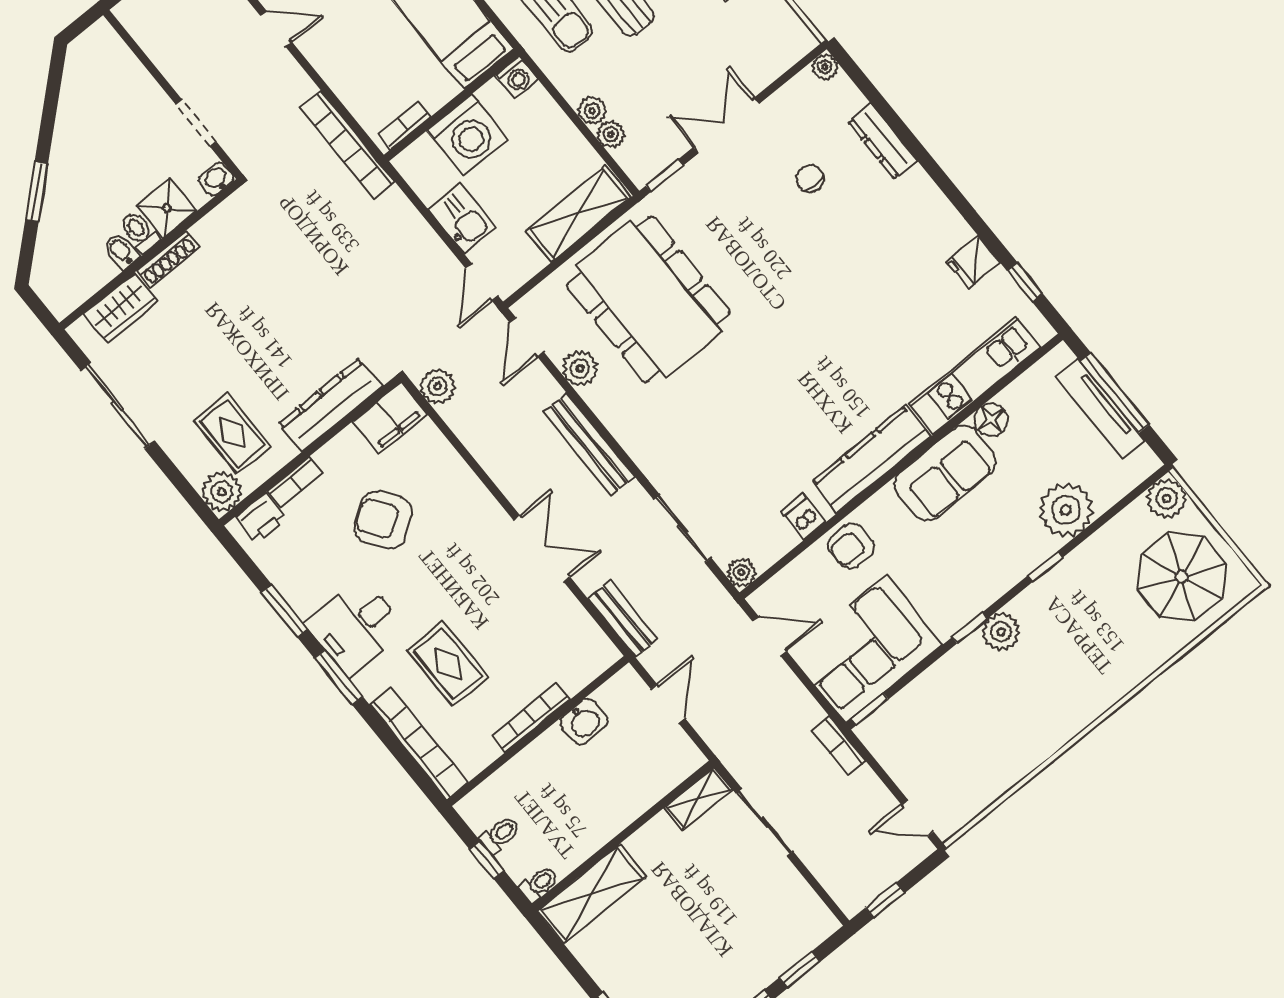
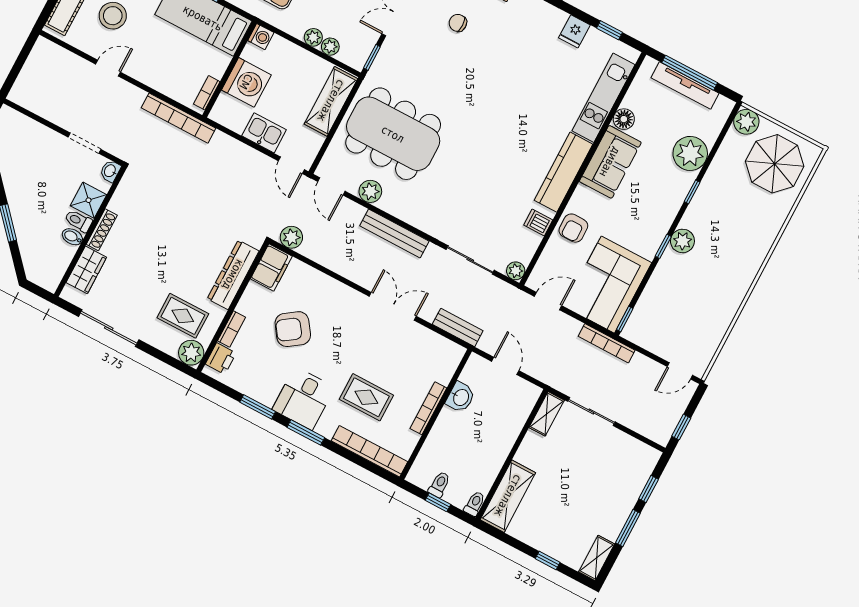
bookcase: (839, 746) -> (607, 343), width x1.56

